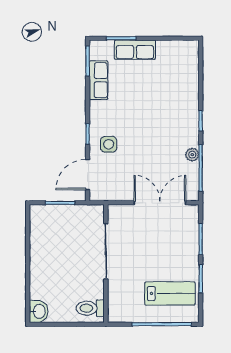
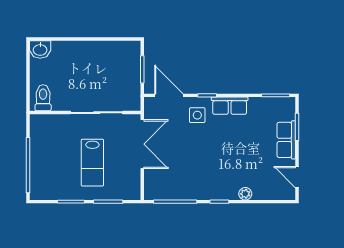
door: (175, 38) -> (297, 177), added
row of seats: (99, 80) -> (230, 106), moved
plant: (192, 155) -> (245, 194), moved
double door: (160, 203) -> (142, 144), moved
lab bench: (170, 294) -> (92, 163), moved

